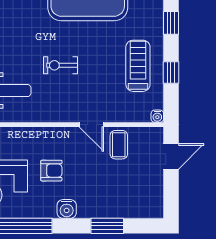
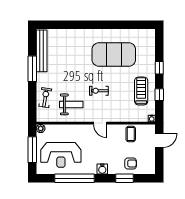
door: (91, 125) -> (100, 123), moved
armchair: (51, 171) -> (131, 163), moved

